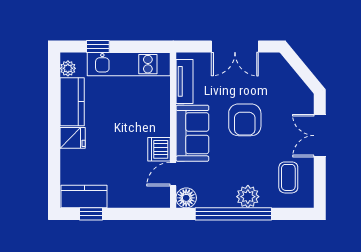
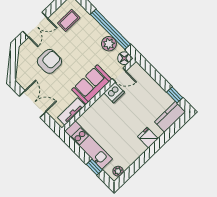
kitchen counter: (72, 102) -> (131, 154), removed
armchair: (245, 120) -> (49, 61), moved
kitchen counter: (84, 196) -> (170, 117), moved, turned 90
plant: (248, 197) -> (109, 44), moved

